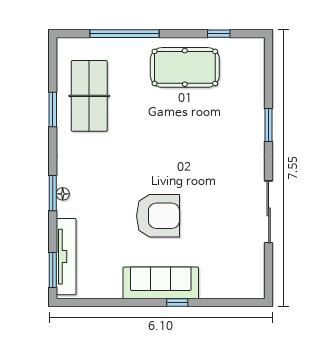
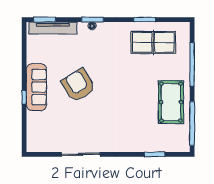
window: (219, 34) -> (192, 123), width x3.17
window: (269, 125) -> (155, 154), moved
armchair: (158, 216) -> (78, 85), turned 149

